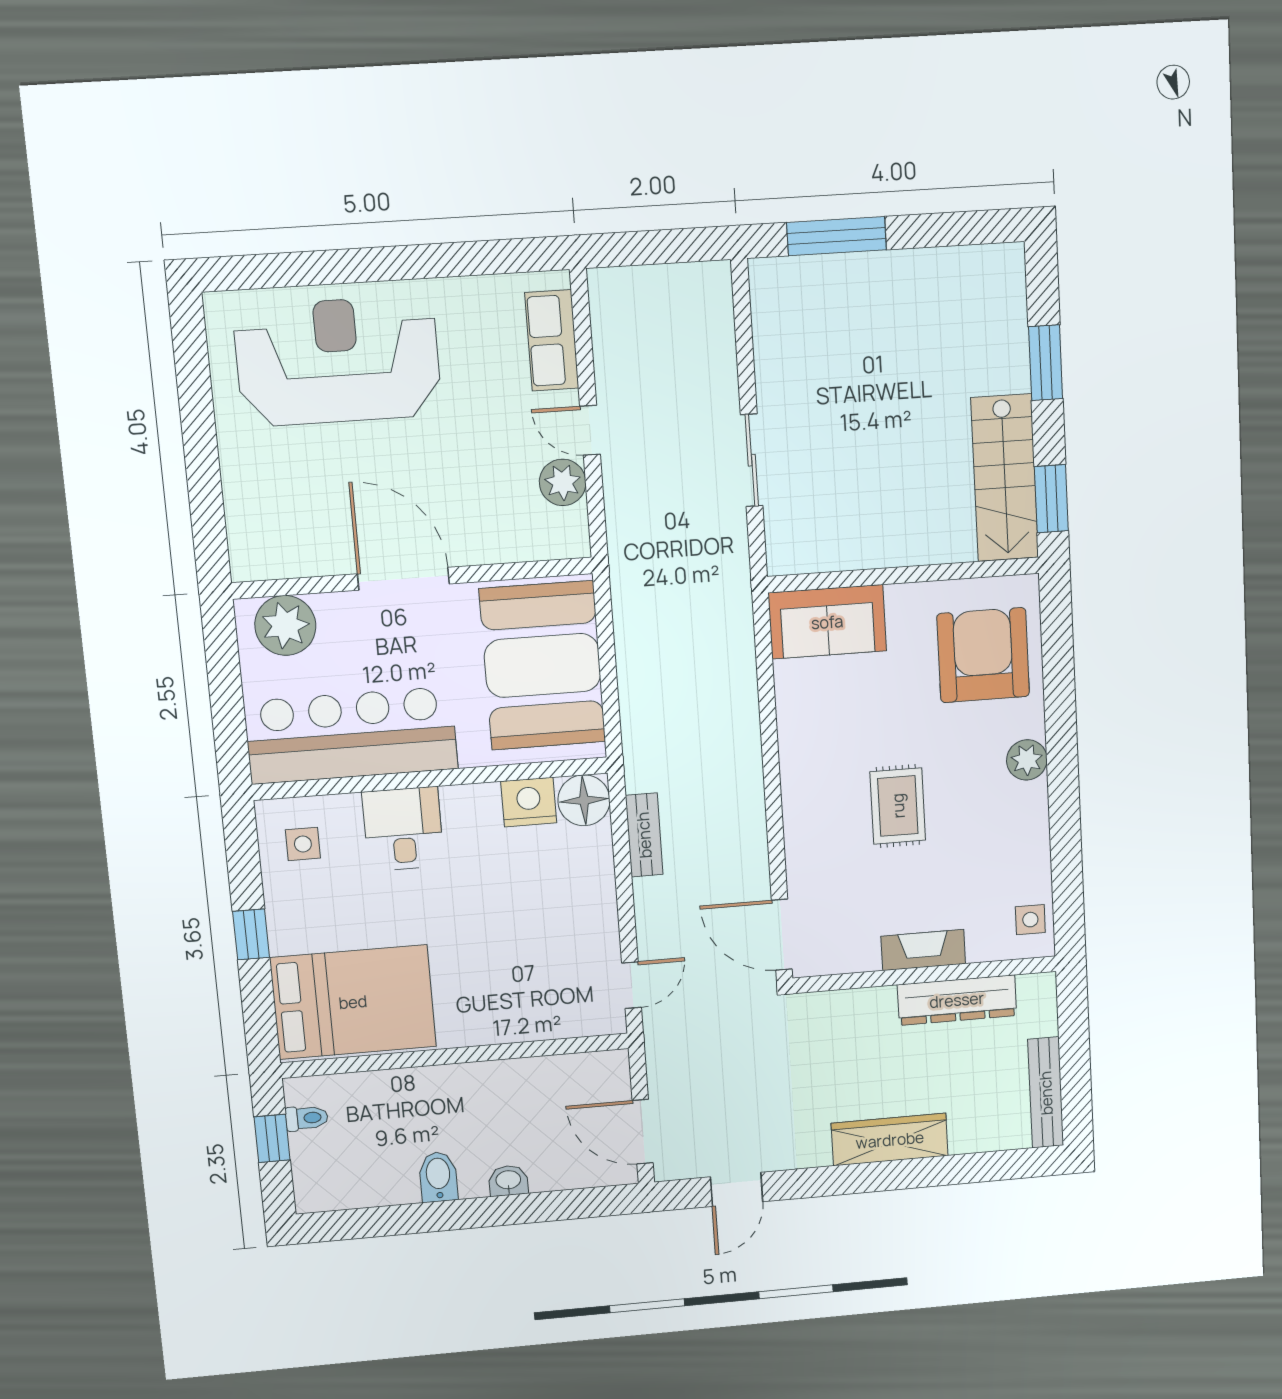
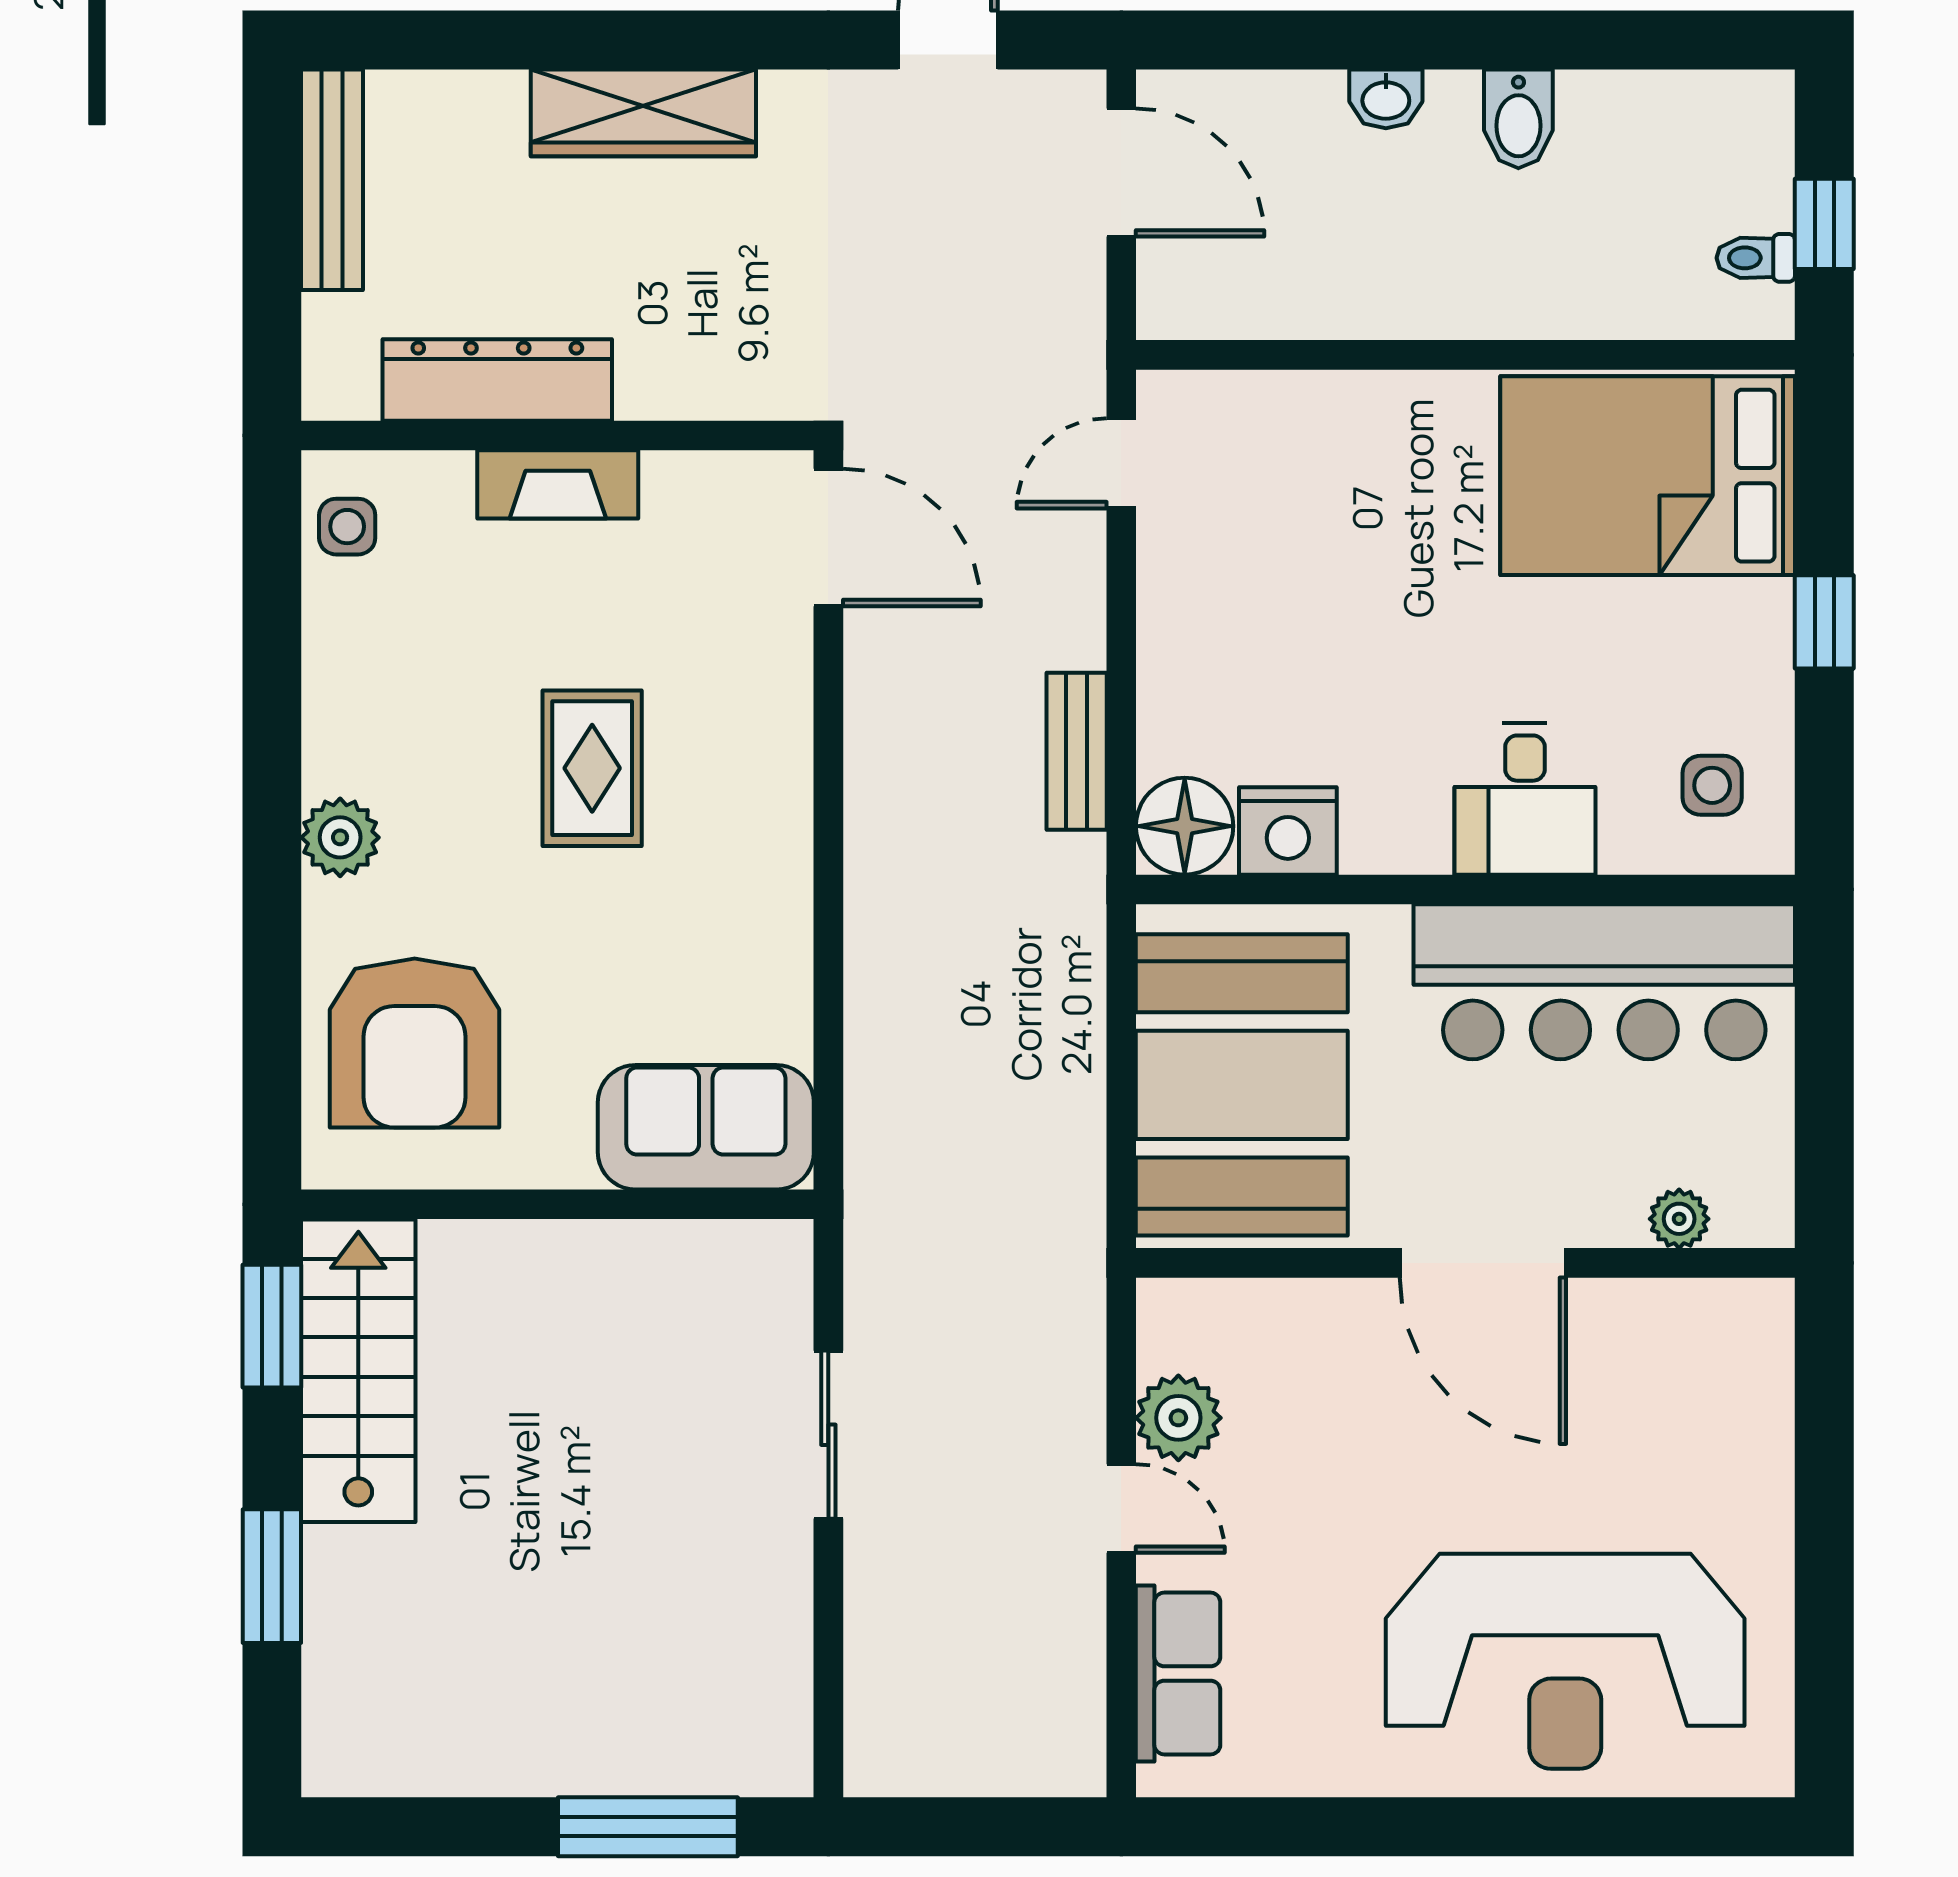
plant: (285, 625) -> (1679, 1219), width x0.53, depth x0.53

